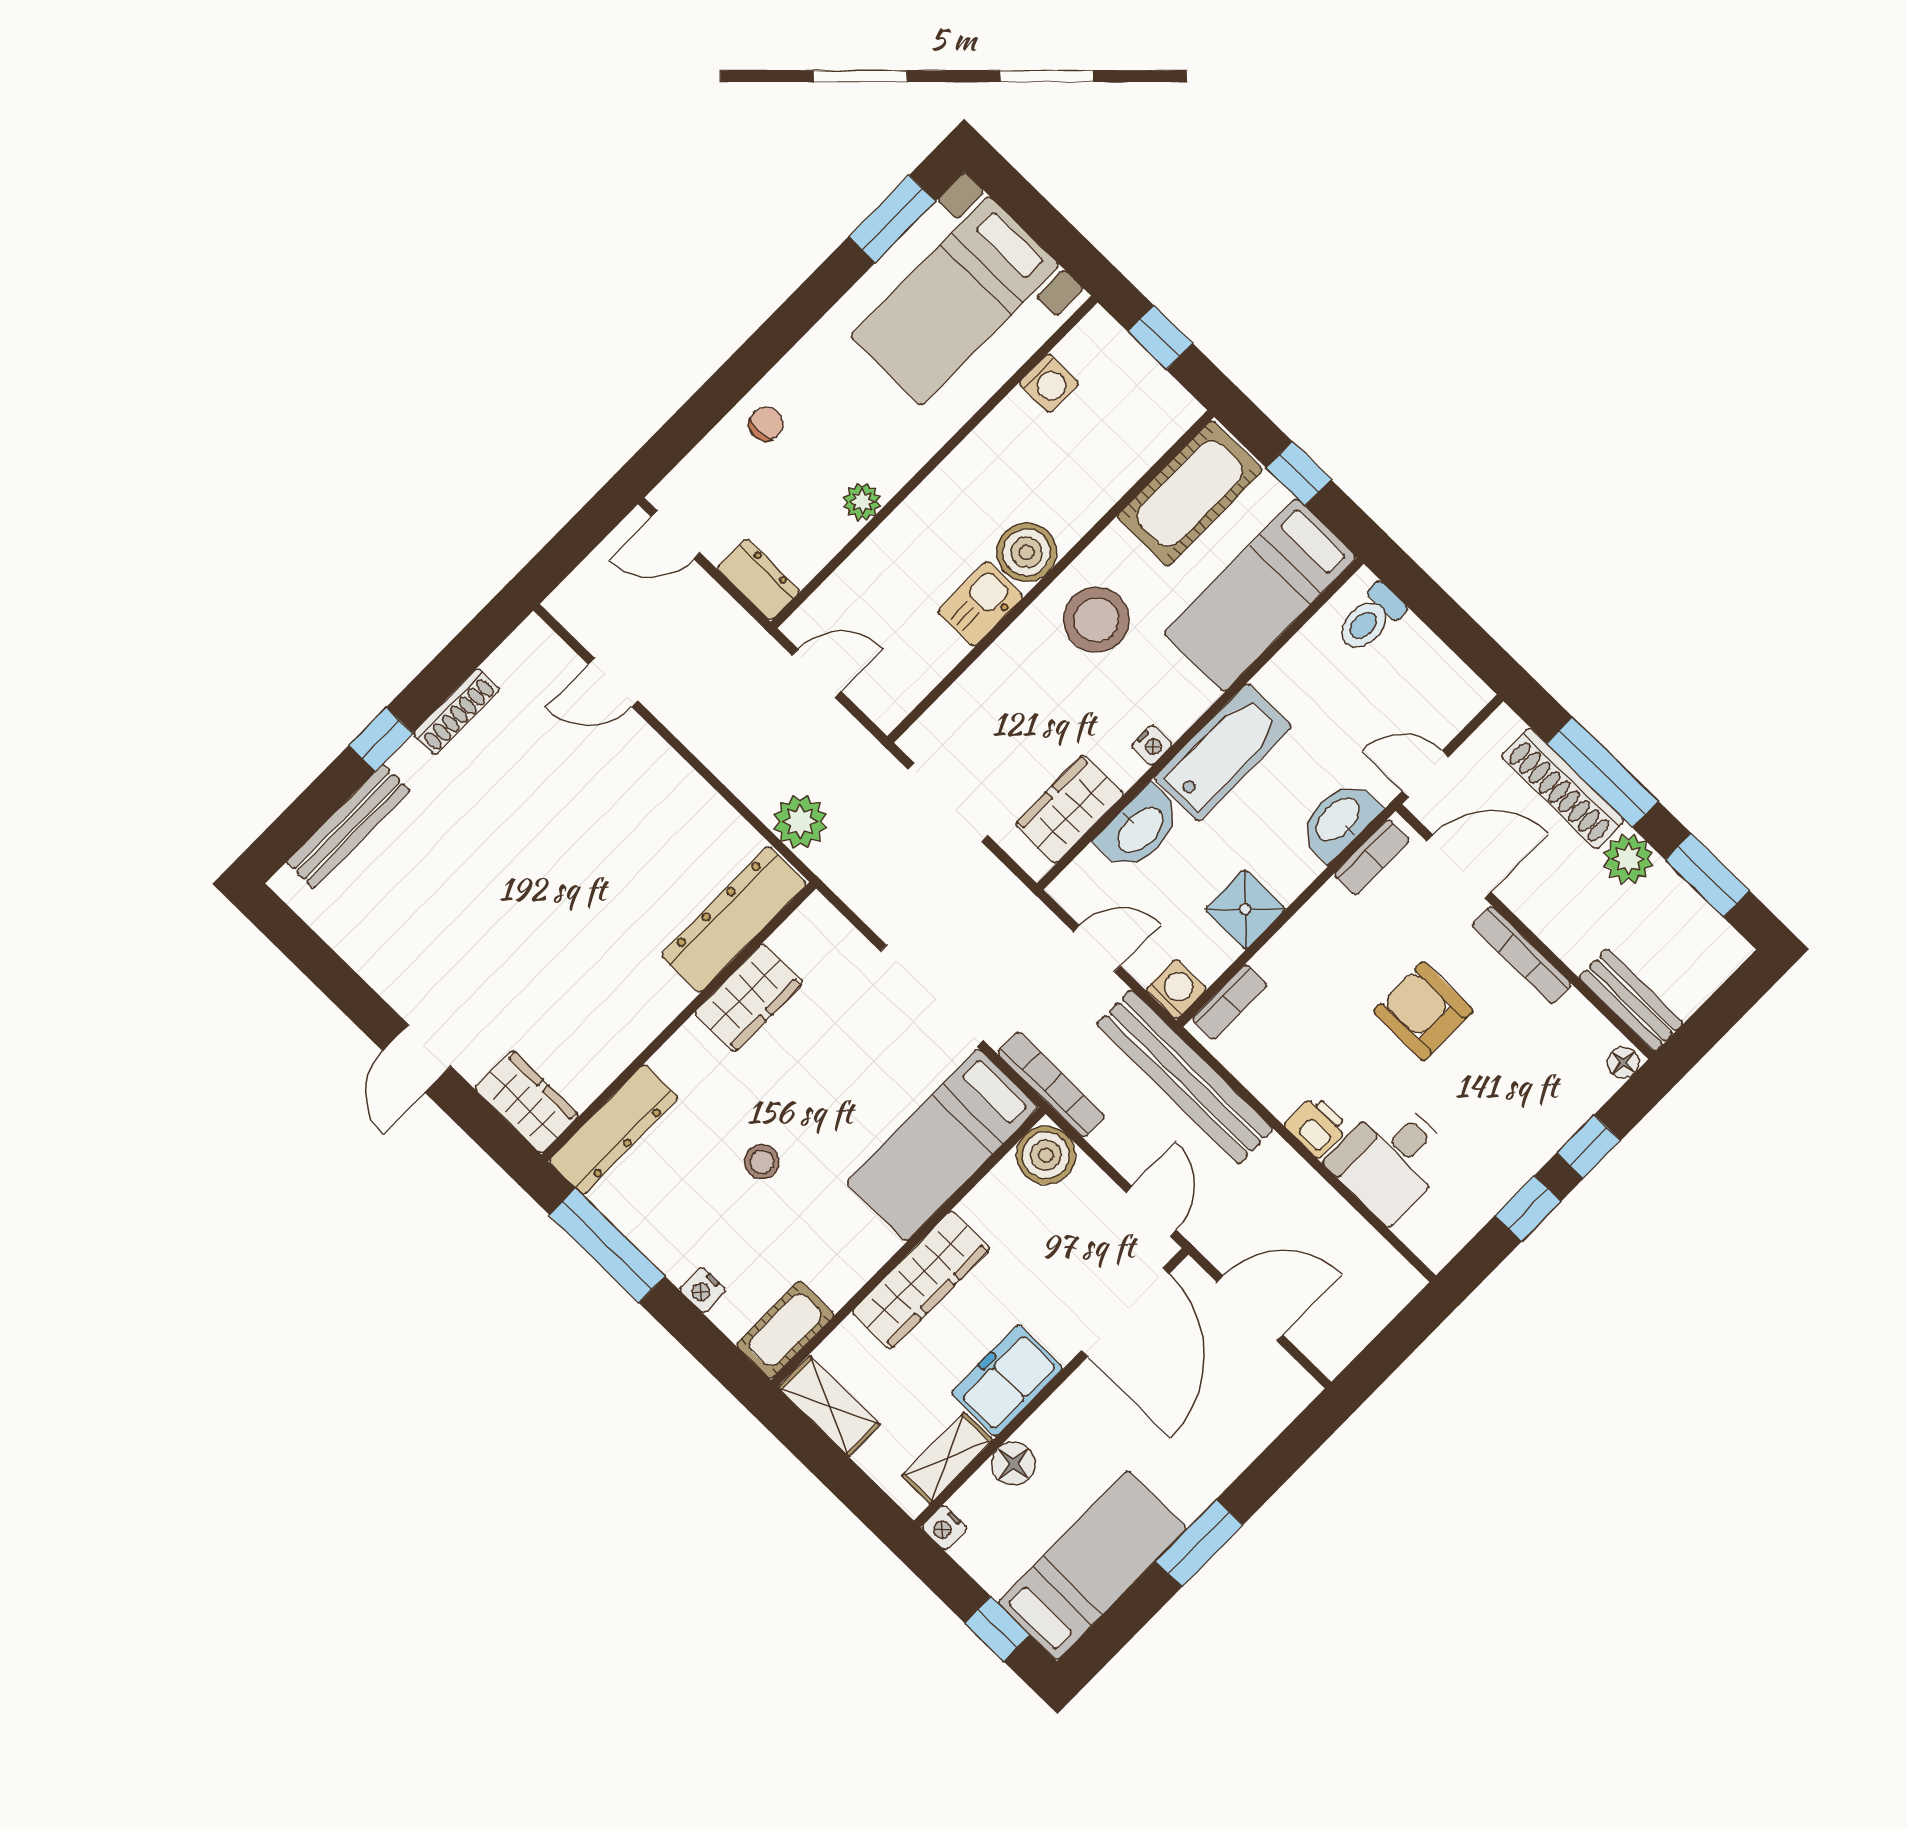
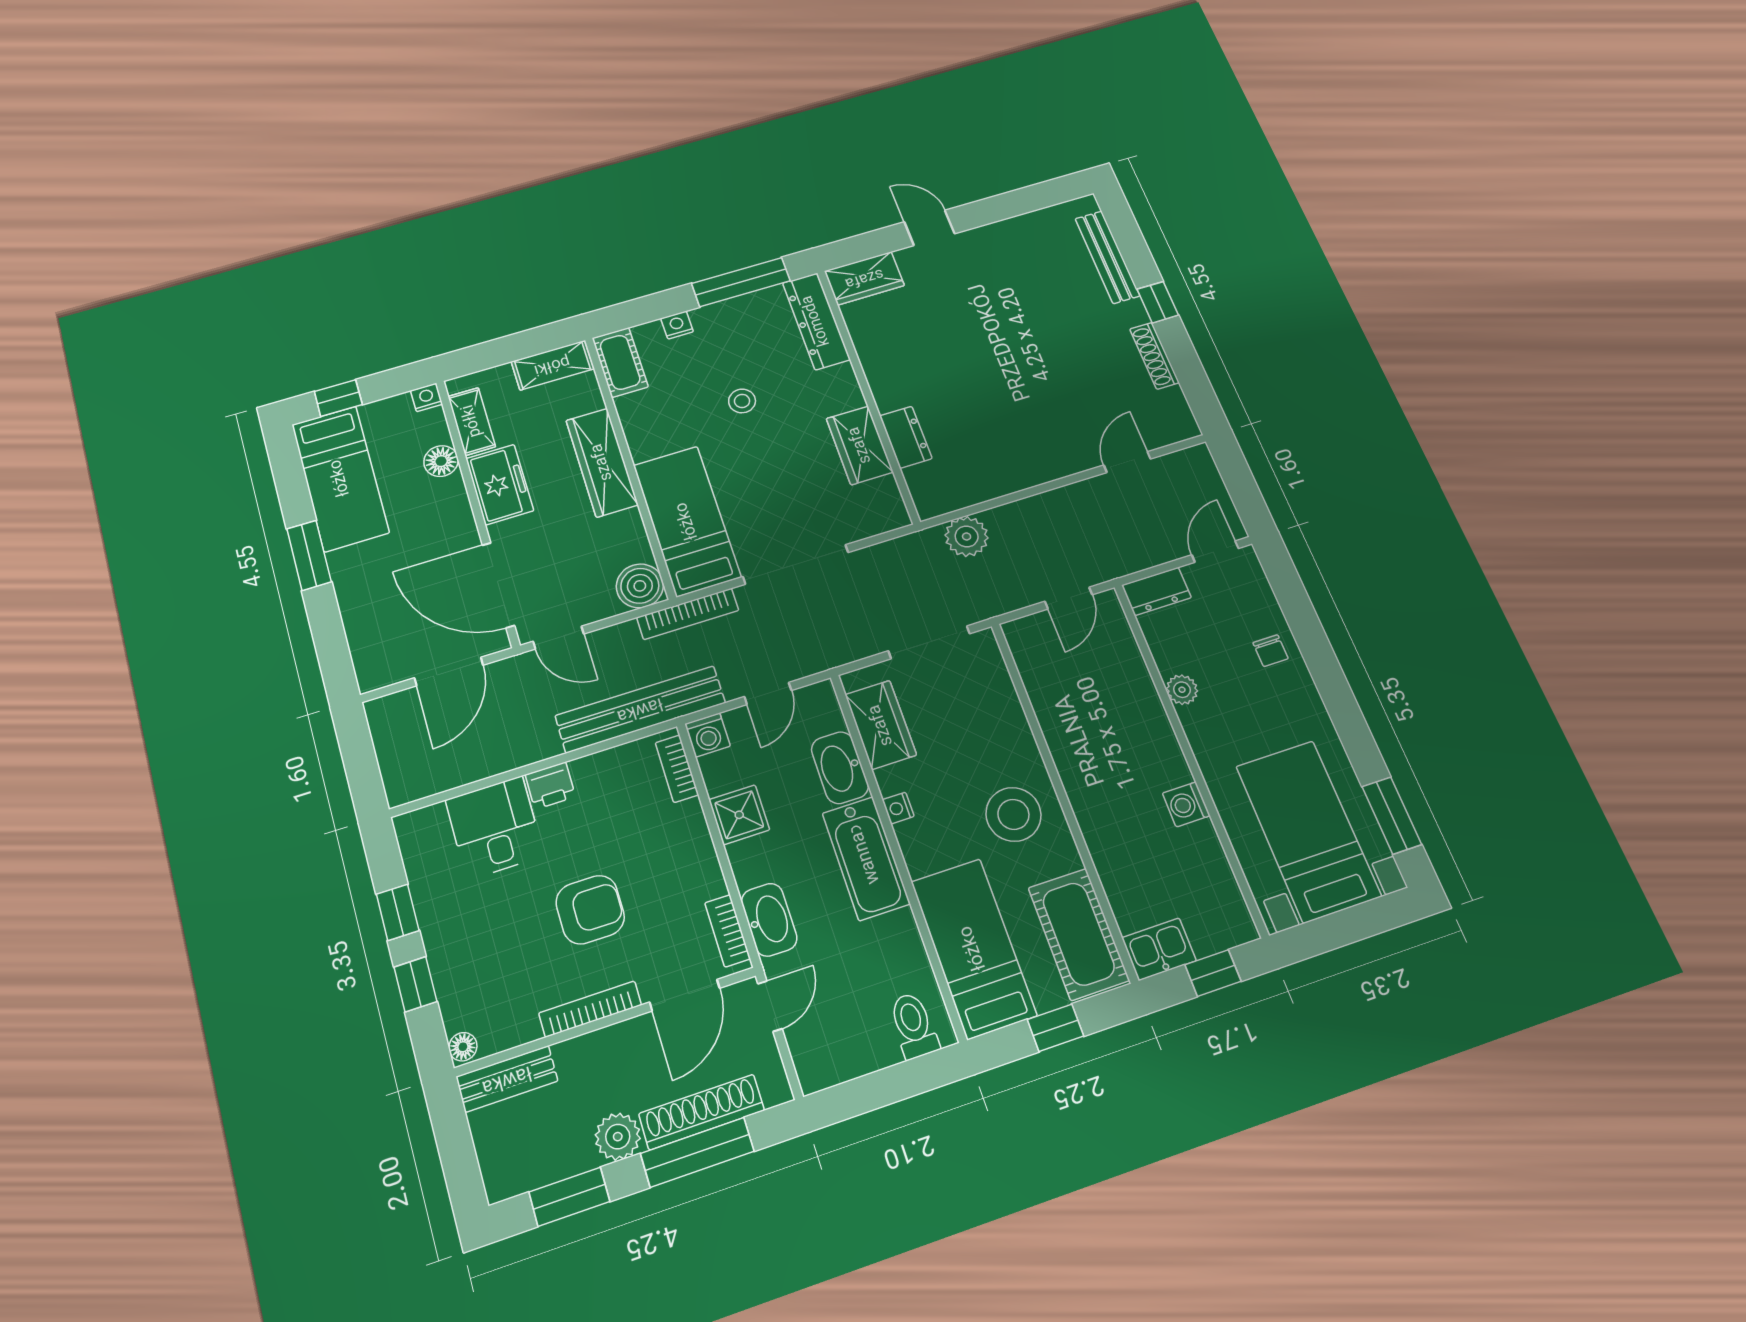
washing machine: (1049, 383) -> (1186, 804), moved
boiler: (1027, 552) -> (1089, 789), removed
kitchen sink: (980, 604) -> (1159, 949), moved, turned -90
dresser: (734, 919) -> (906, 437), width x0.51, depth x0.80

